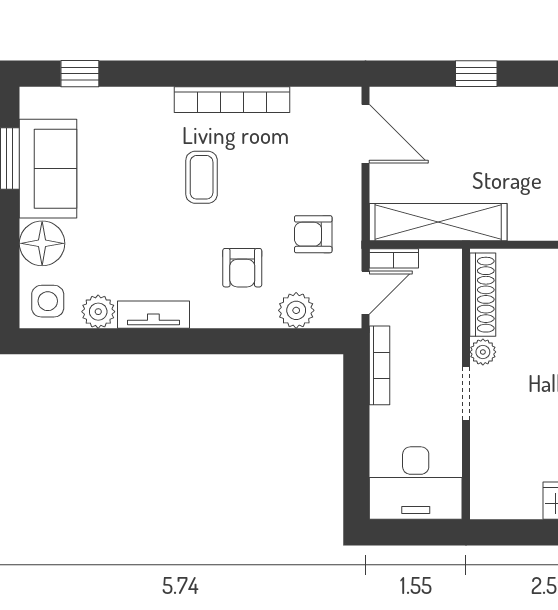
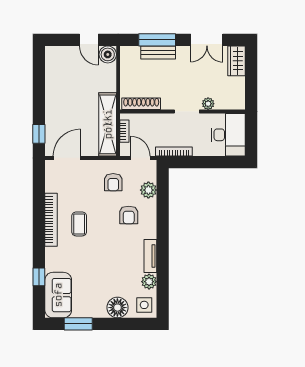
window: (80, 74) -> (39, 277), moved
window: (476, 74) -> (39, 134), moved
sofa: (48, 169) -> (58, 295), moved, turned 90
coffee table: (202, 177) -> (79, 224), moved, turned 90
bookcase: (394, 258) -> (124, 131), moved
armchair: (242, 268) -> (129, 215), turned 90
plant: (483, 352) -> (208, 104), moved

